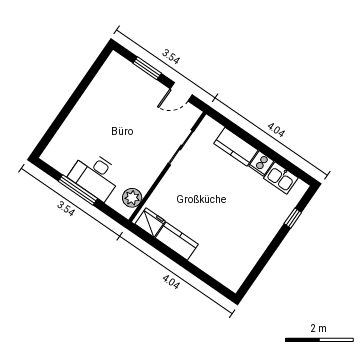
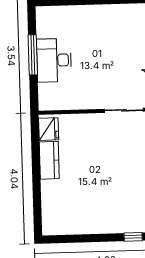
plant: (132, 198) -> (57, 101), removed

